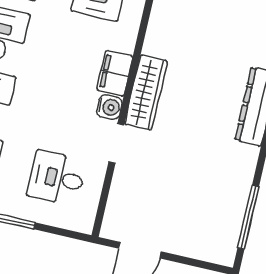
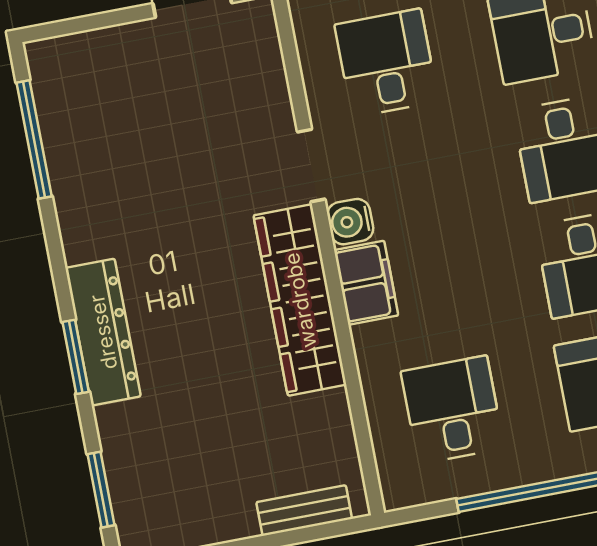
wardrobe: (146, 93) -> (300, 300), width x1.40, depth x1.17
desk: (57, 178) -> (386, 63), turned -90

